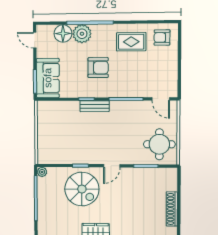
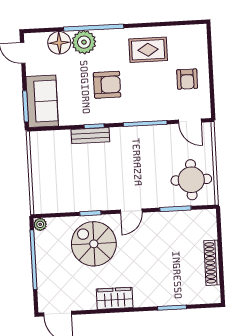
armchair: (162, 37) -> (187, 79), moved, turned -90
bench: (95, 106) -> (90, 136), moved
spiral stairs: (82, 189) -> (94, 244), turned 180

